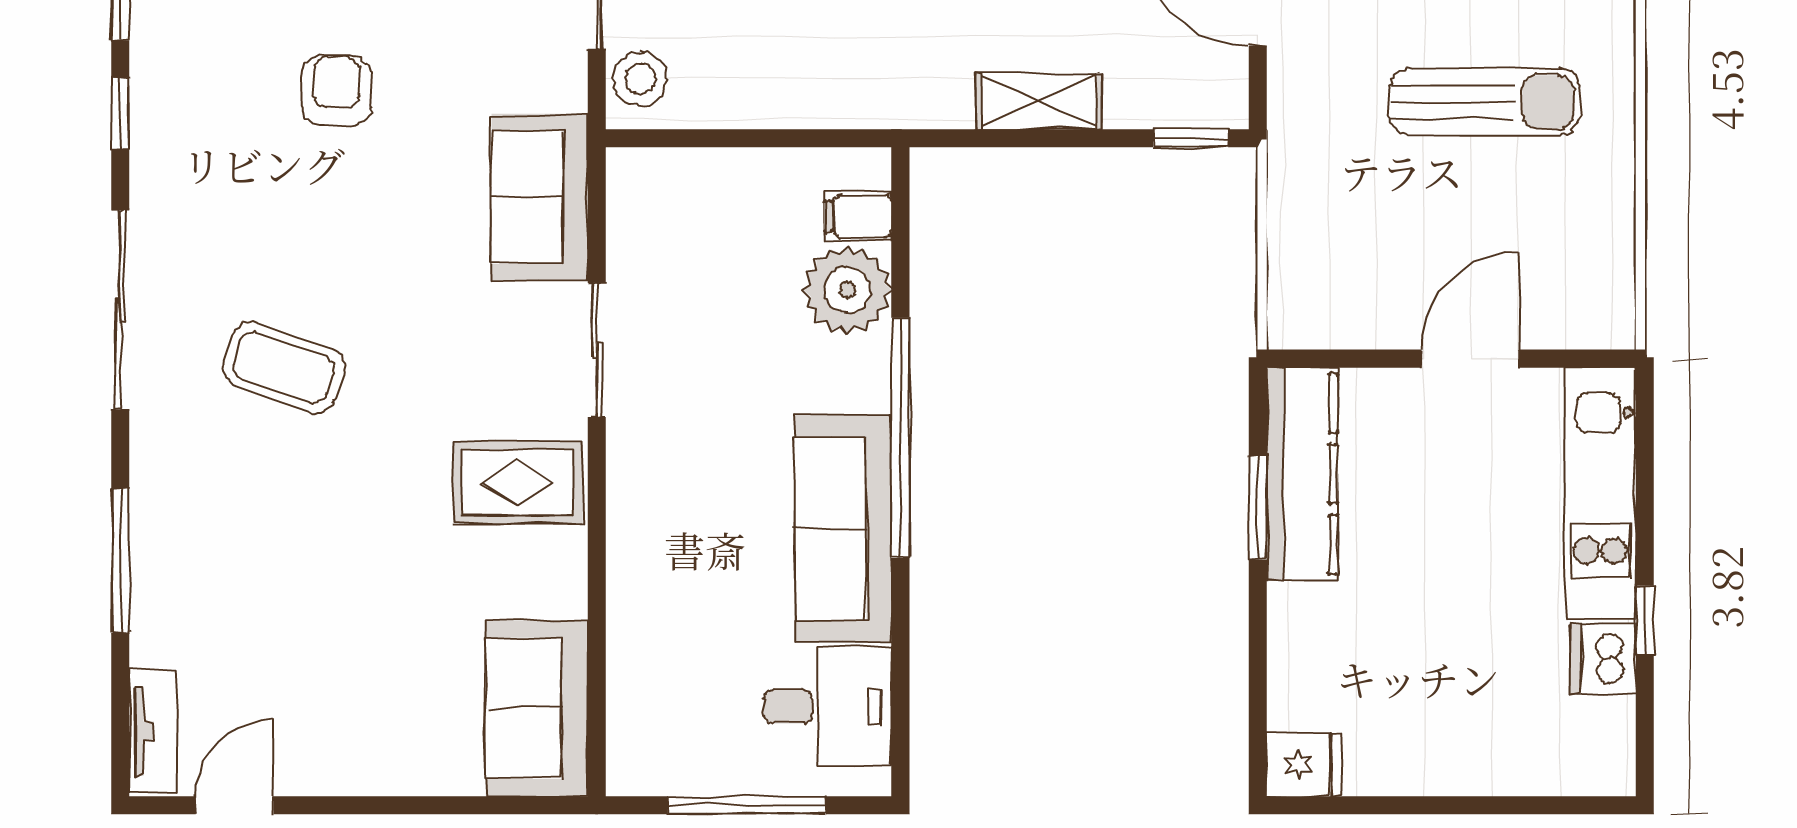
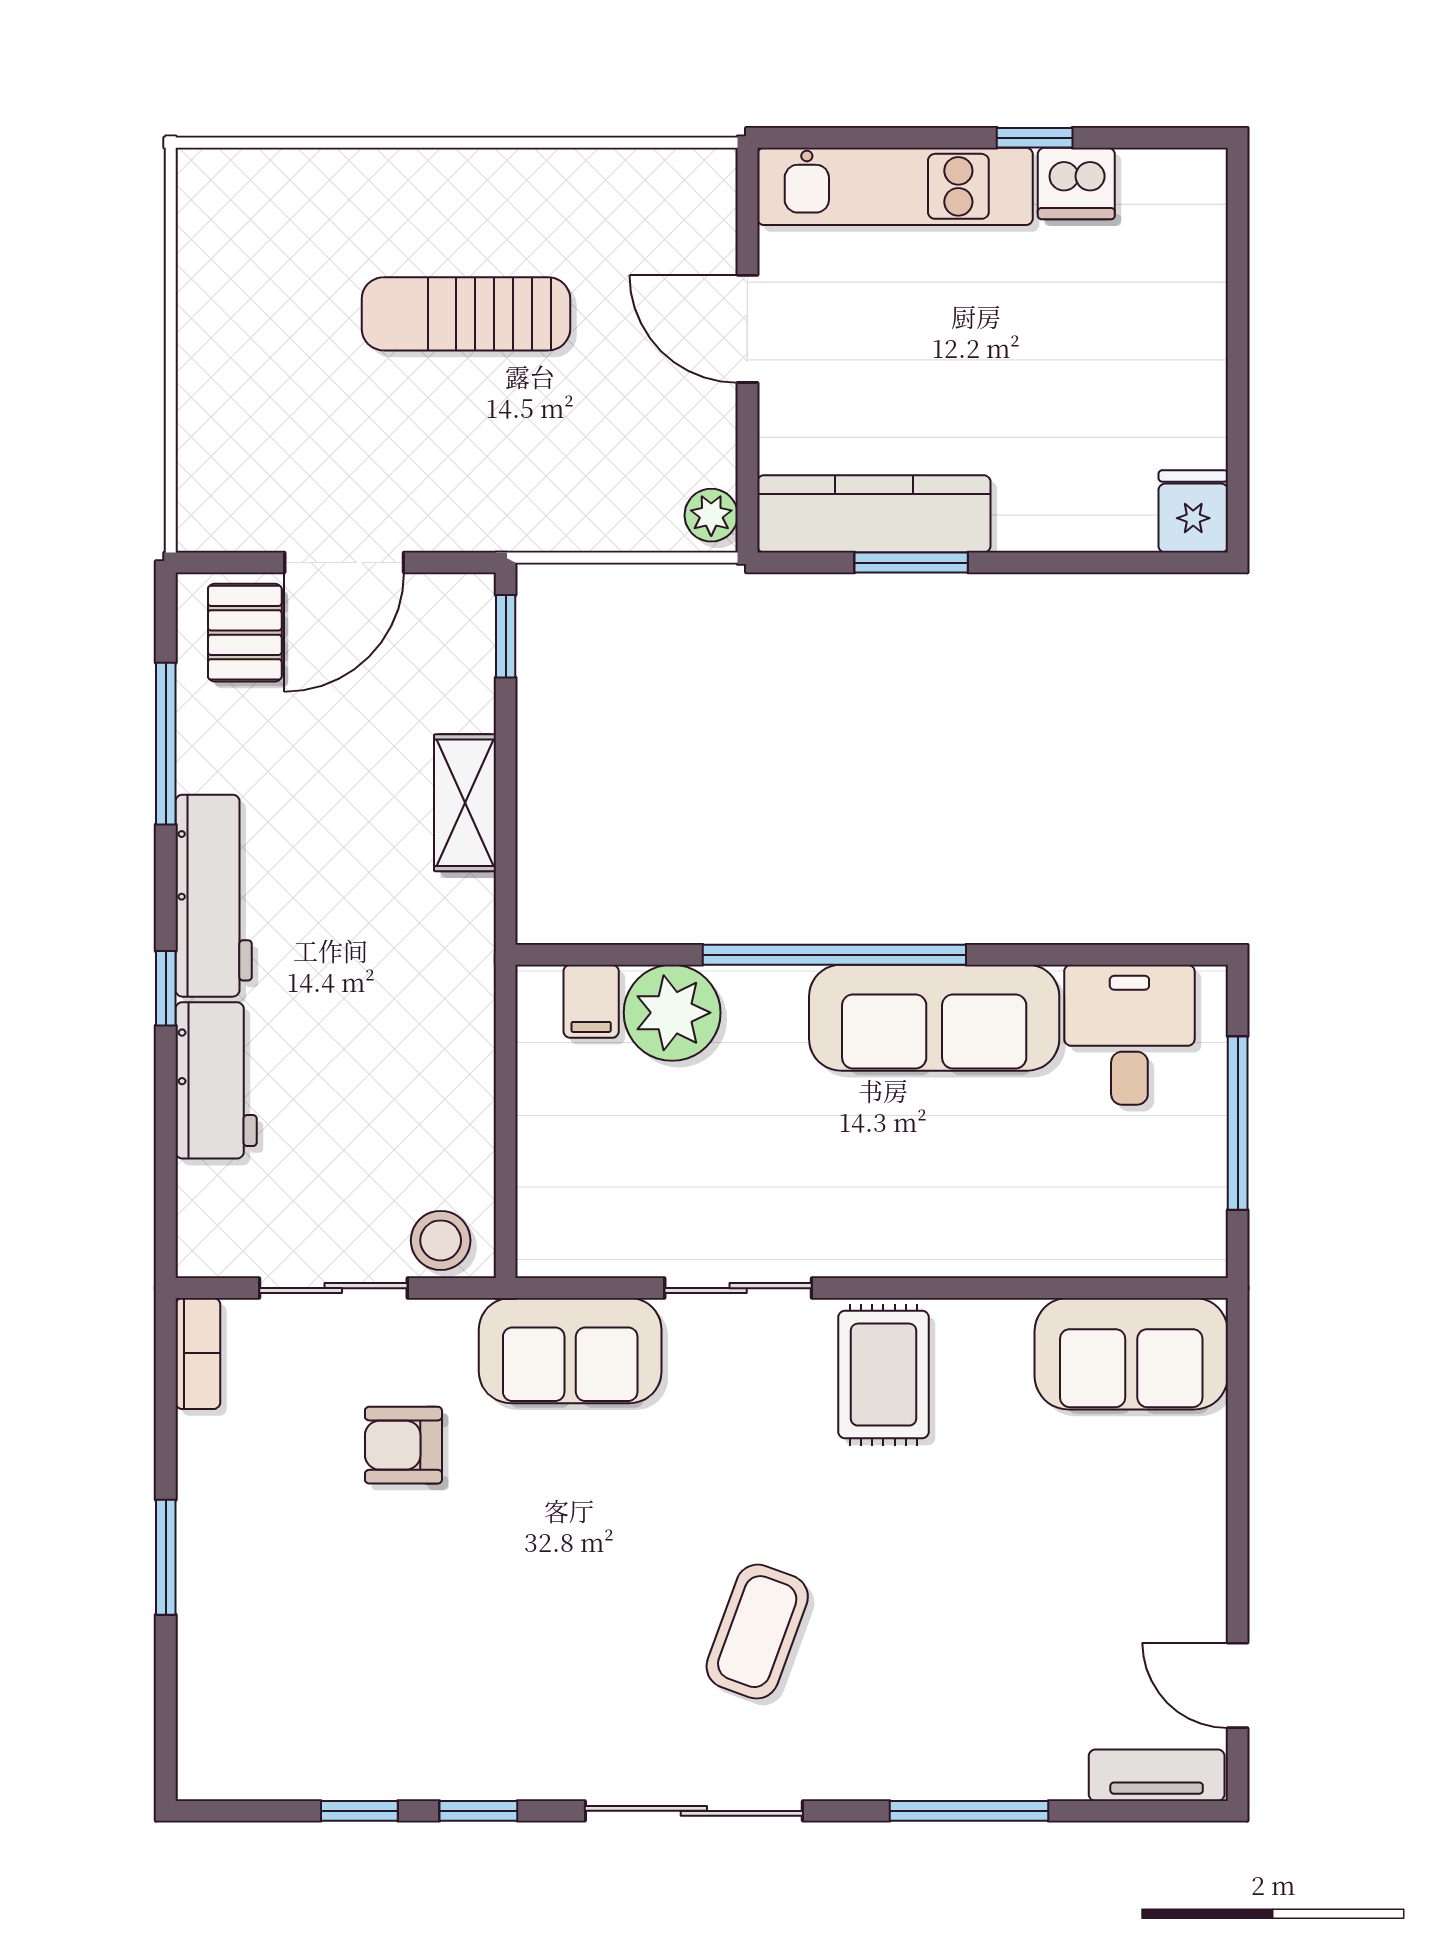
armchair: (337, 91) -> (403, 1445), moved
sun lounger: (1484, 102) -> (466, 314), turned -90
plant: (1301, 326) -> (711, 515), added

